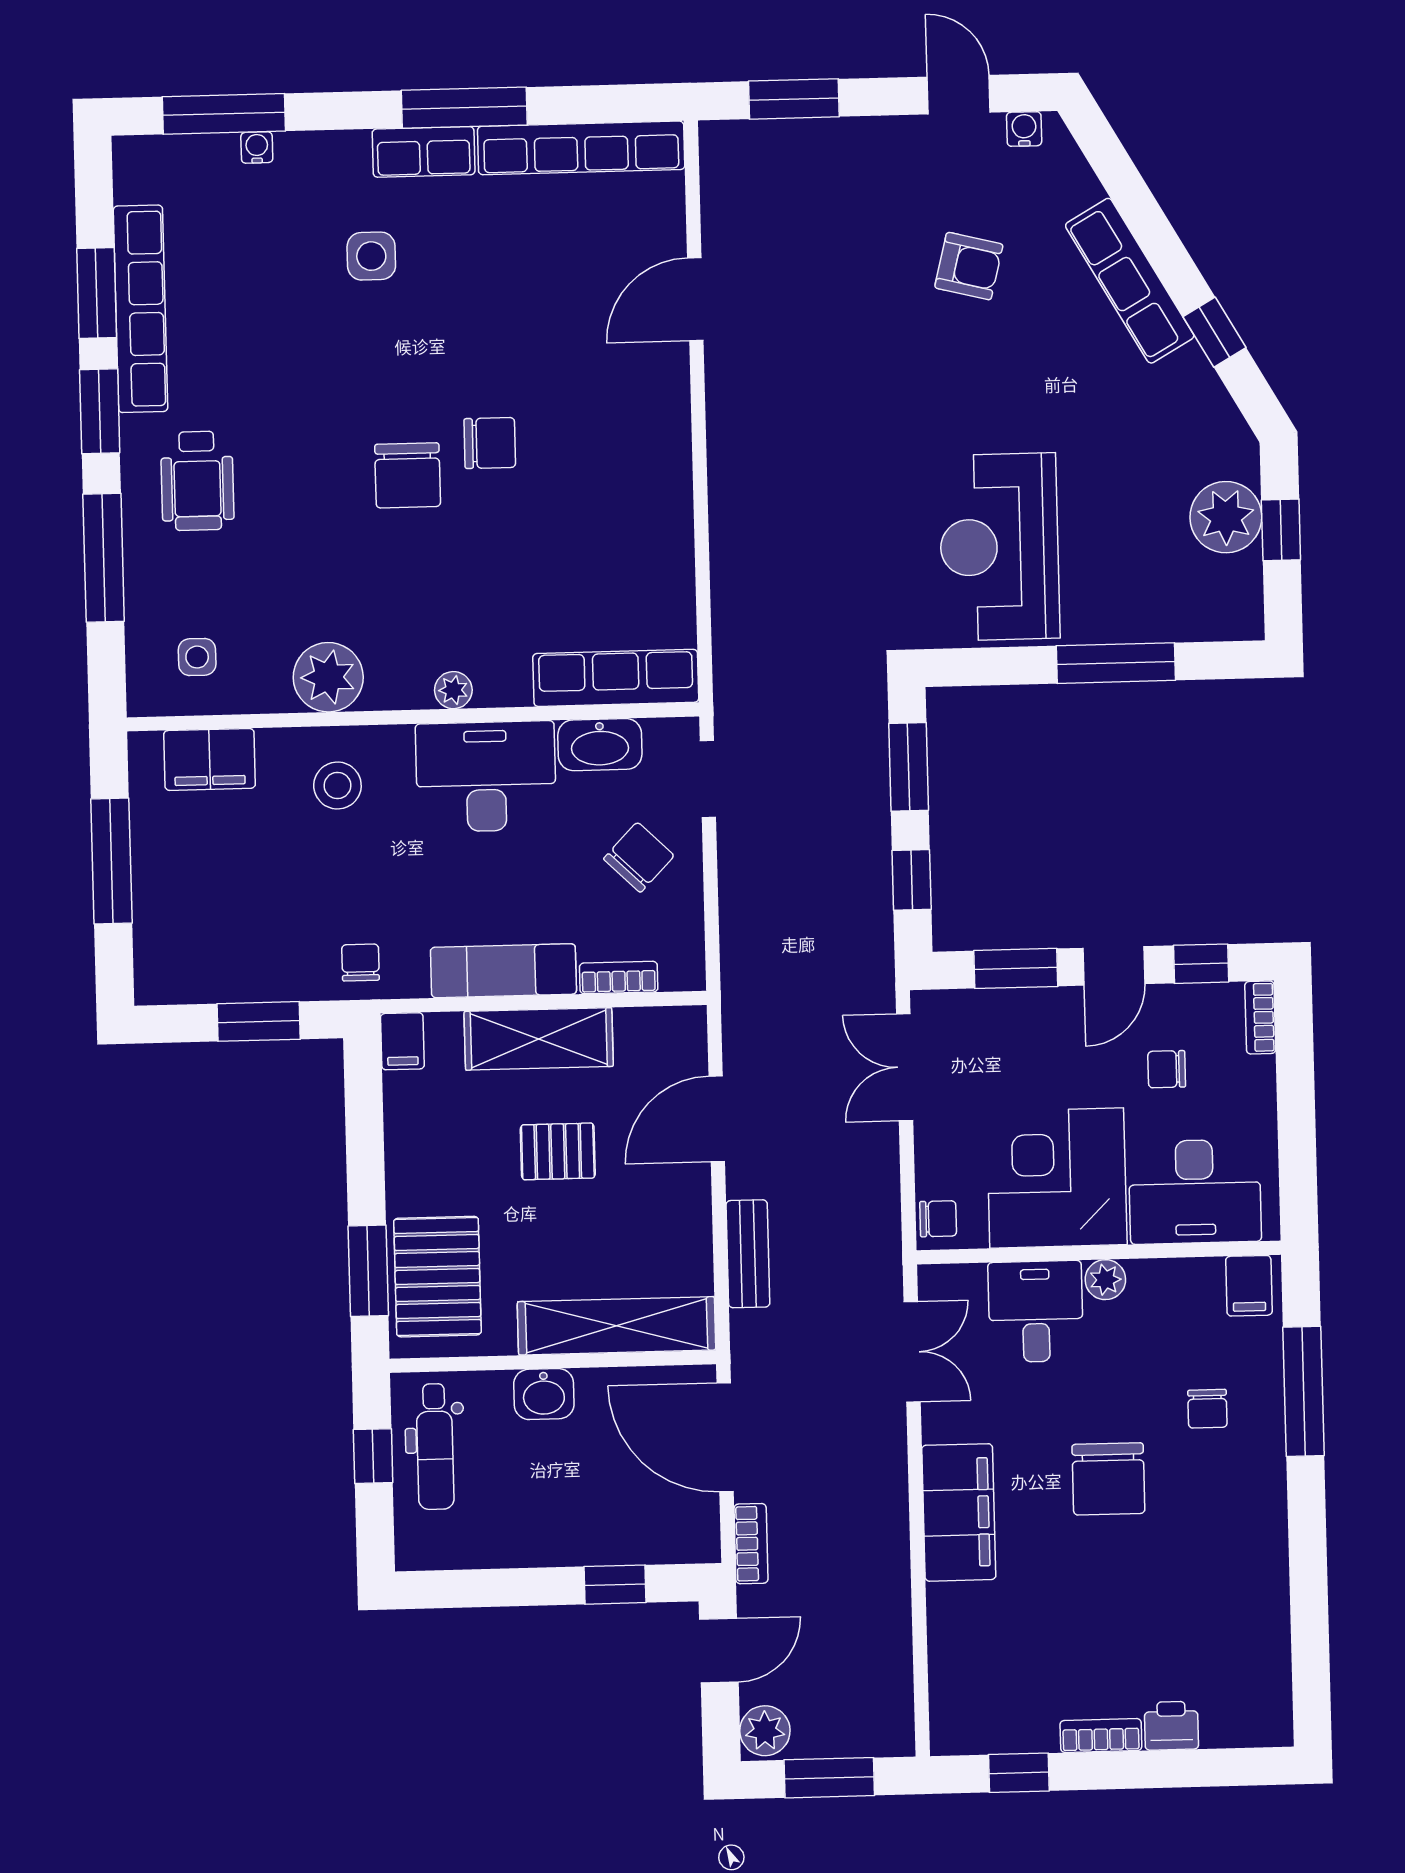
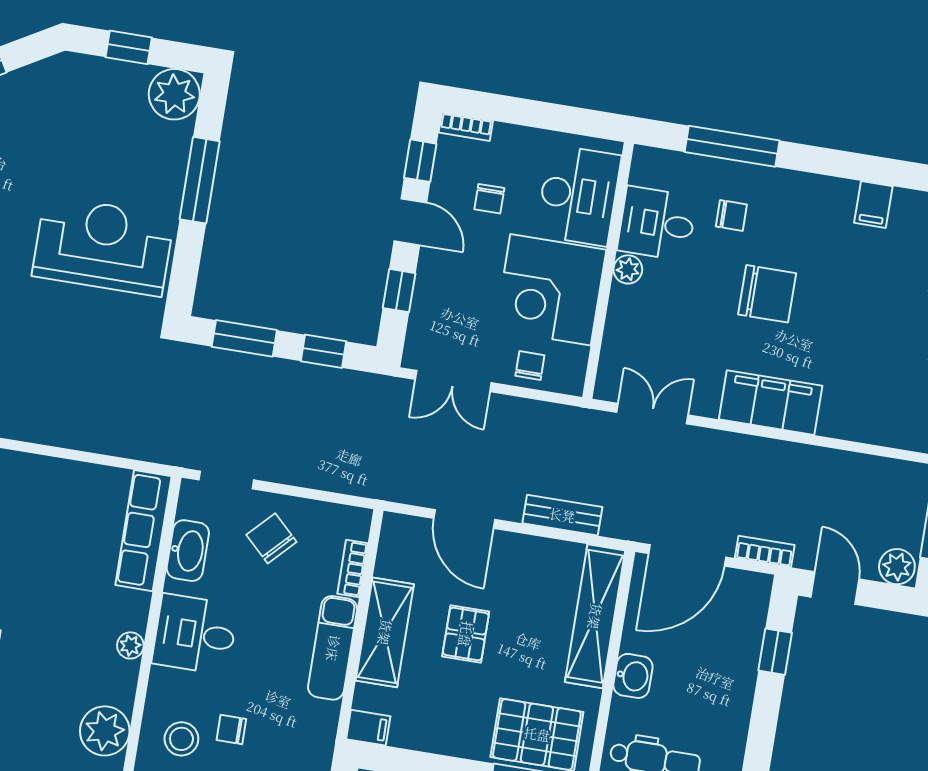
plant: (1226, 517) -> (174, 94), moved
reception desk: (999, 547) -> (103, 246), turned 180
desk: (486, 777) -> (195, 634), width x0.73
chair: (360, 963) -> (231, 729), moved
window: (1016, 968) -> (399, 291), width x0.67
chair: (938, 1219) -> (530, 366), moved
filing cabinet: (1249, 1286) -> (873, 205), moved, turned 90
desk: (1036, 1312) -> (657, 224), moved

